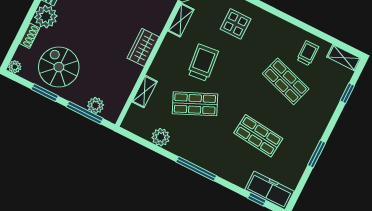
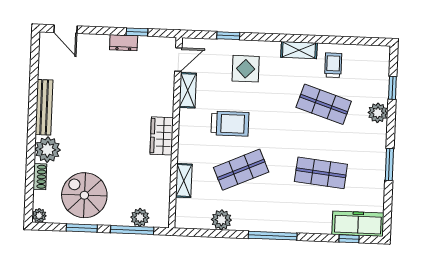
shelving: (344, 58) -> (299, 50), moved
trolley: (203, 63) -> (230, 124), turned 96
plant: (326, 108) -> (378, 113), added

